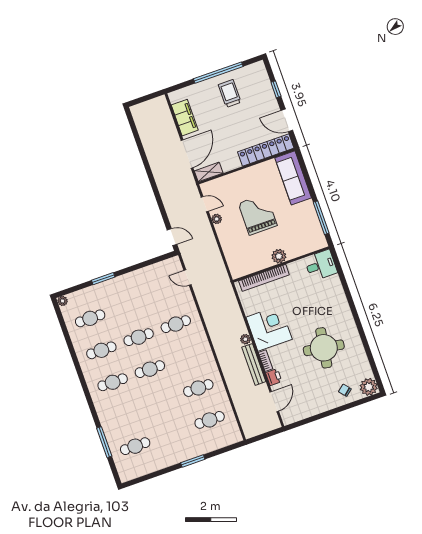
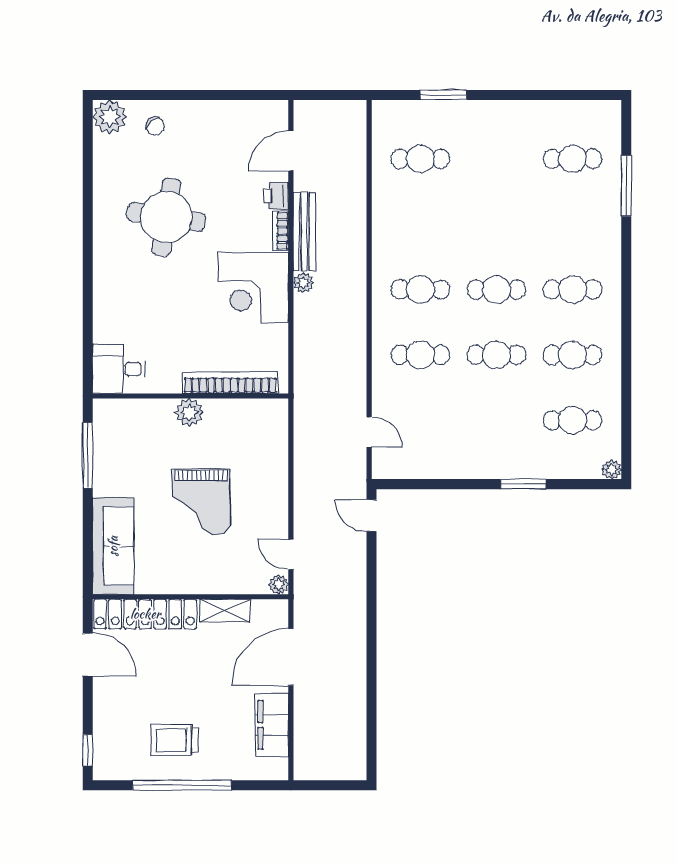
window: (276, 89) -> (88, 750), moved
trolley: (230, 93) -> (175, 740), turned 90
shelving: (209, 172) -> (225, 611), moved
plant: (217, 219) -> (279, 584), moved
cafe table: (198, 388) -> (420, 290), moved
window: (193, 461) -> (443, 95), moved

